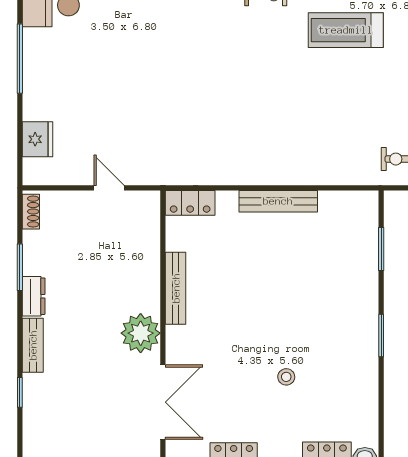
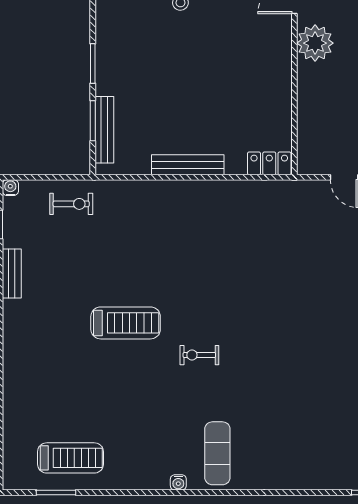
bench: (176, 288) -> (104, 130), moved
window: (381, 336) -> (93, 64), moved

